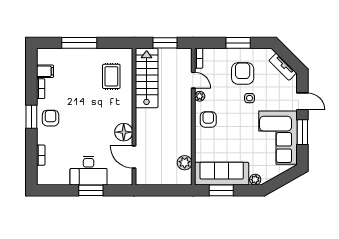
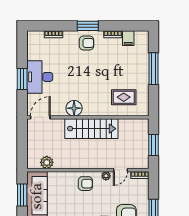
stairs: (147, 78) -> (91, 129), moved
door: (134, 157) -> (40, 117), moved

